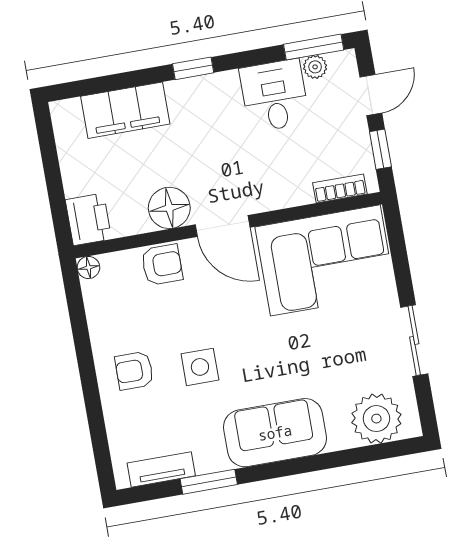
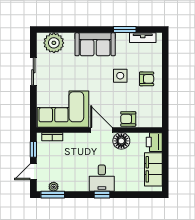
desk: (274, 96) -> (102, 178), moved
filing cabinet: (125, 110) -> (153, 169), moved, turned -90
floor lamp: (88, 267) -> (158, 123), removed

